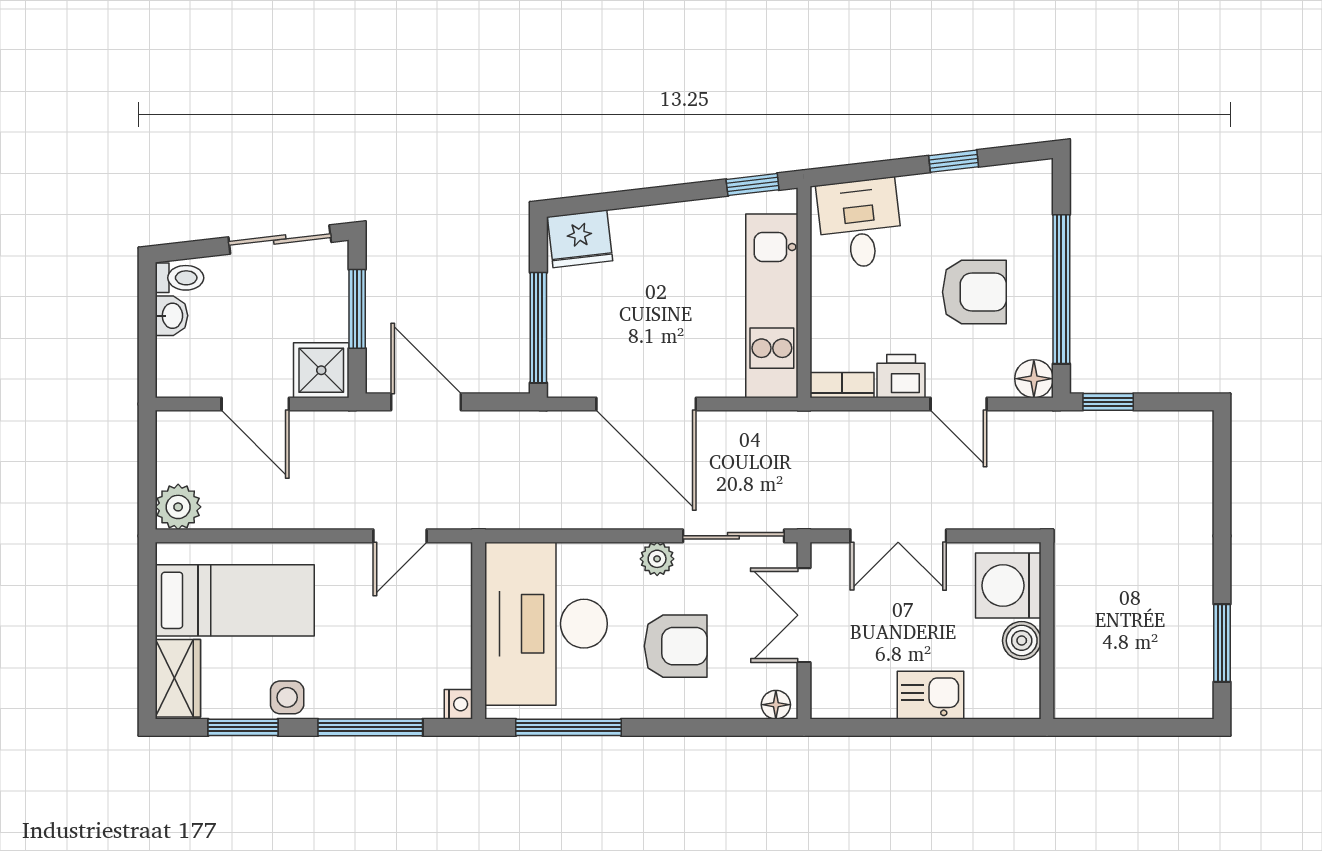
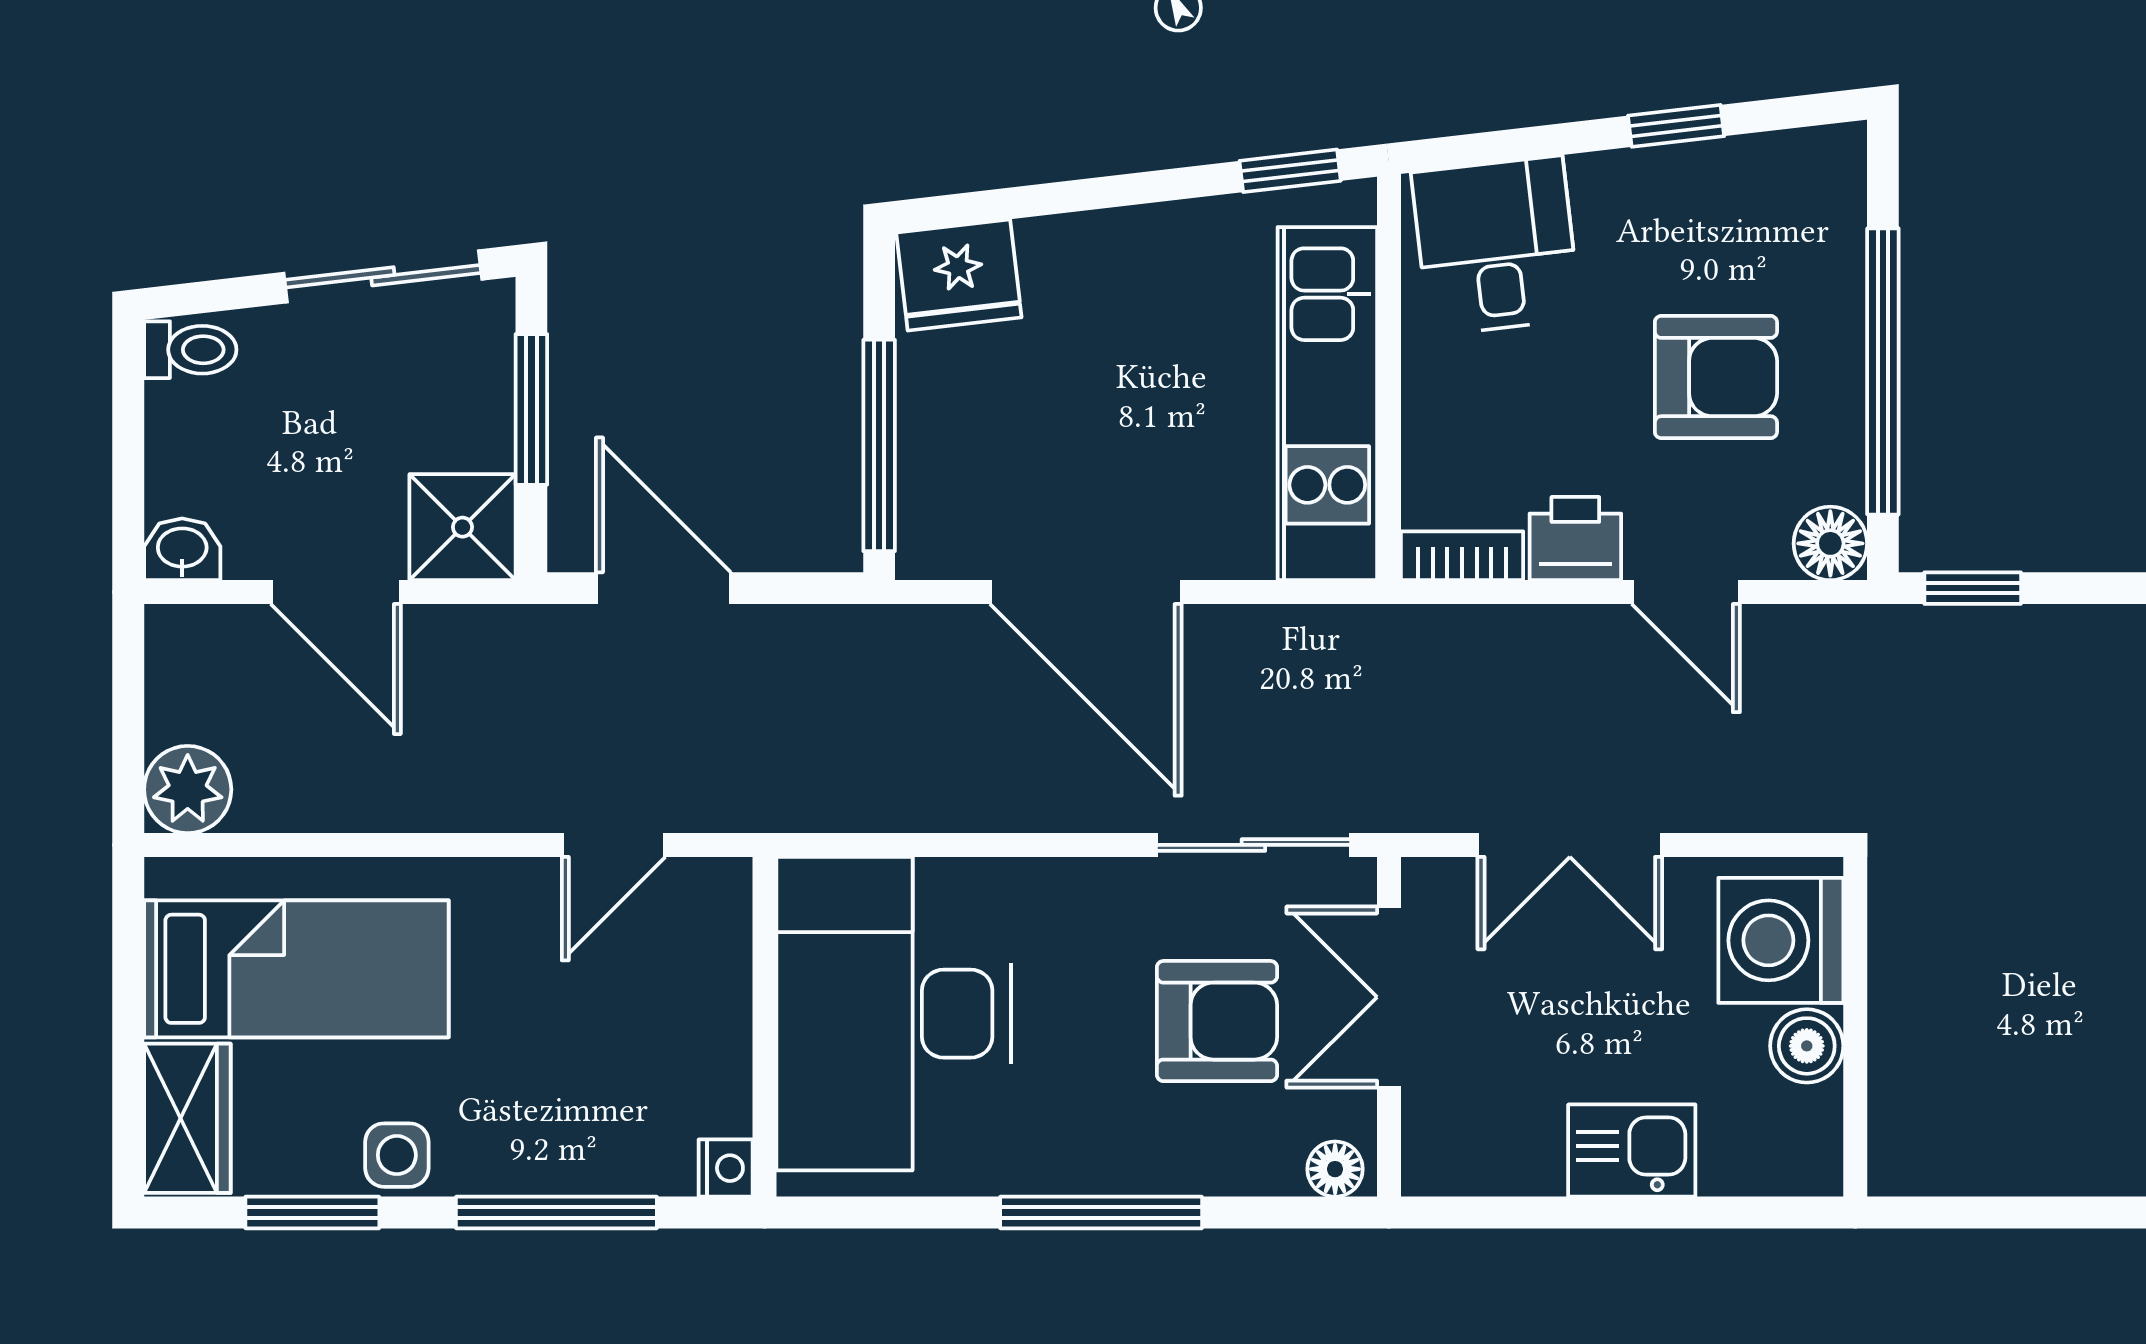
washbasin: (171, 316) -> (182, 549), moved, turned -90
plant: (657, 559) -> (1107, 889), removed
armchair: (676, 646) -> (1217, 1021), moved
window: (568, 727) -> (1101, 1213), moved

